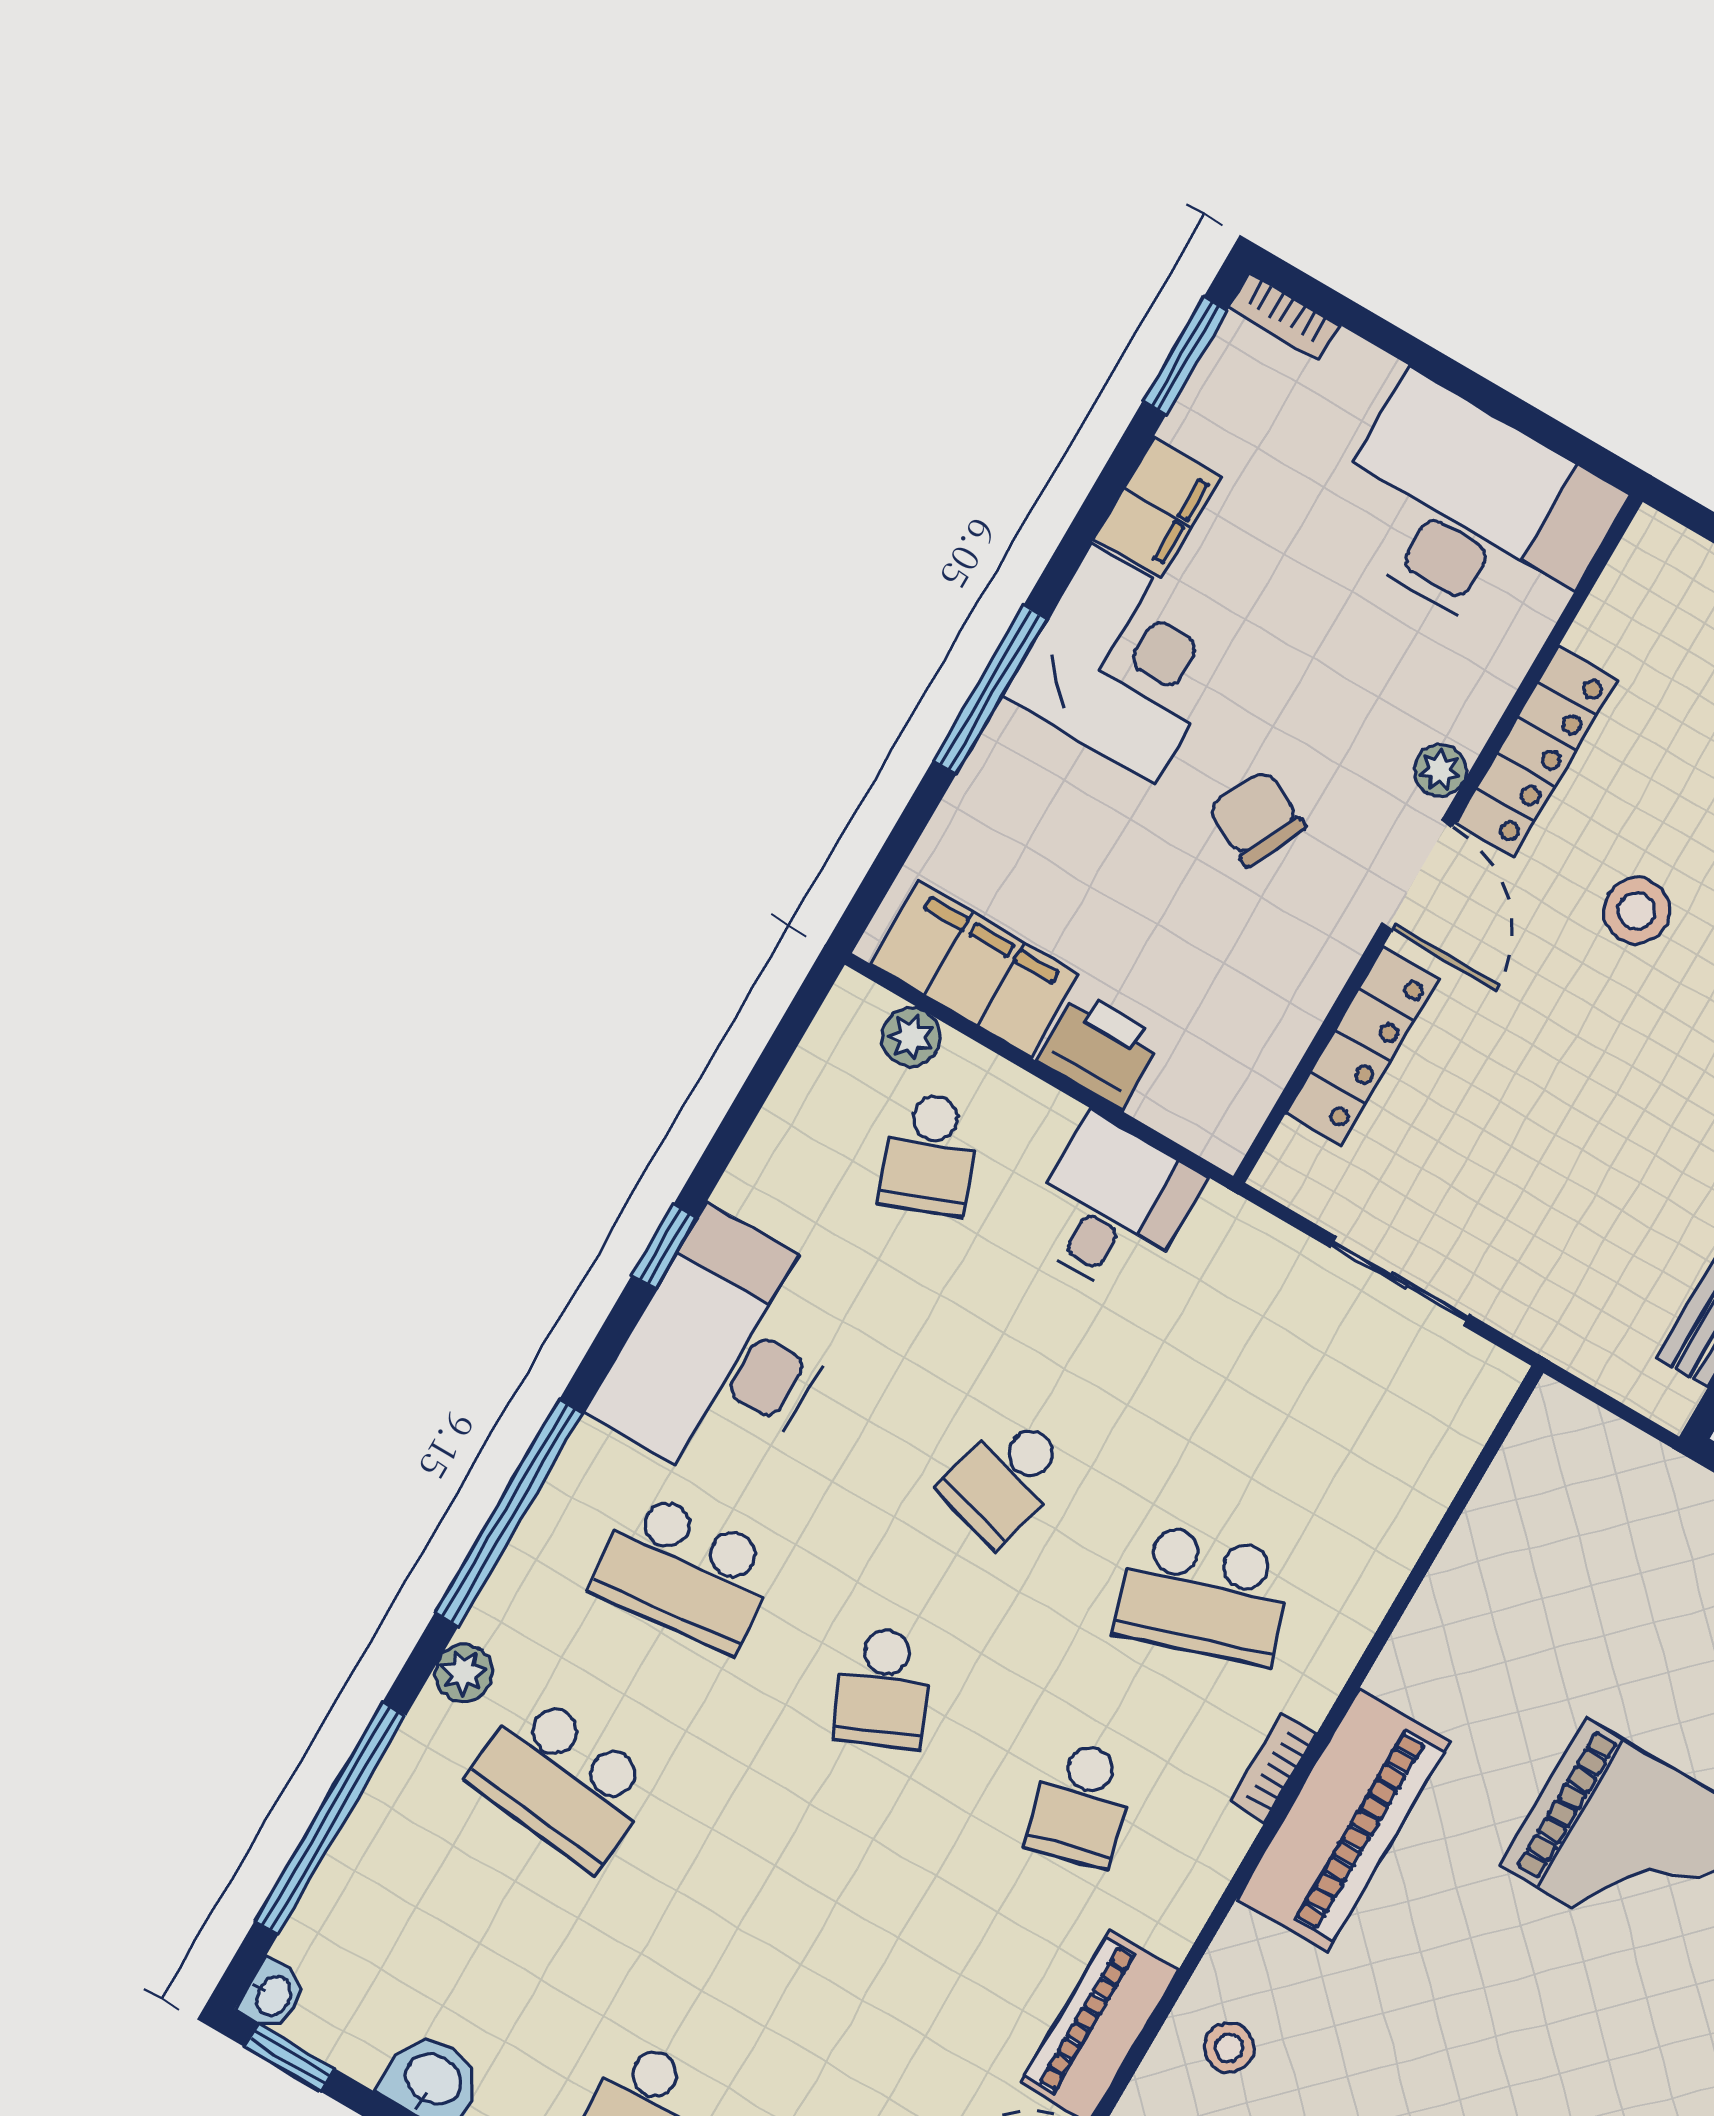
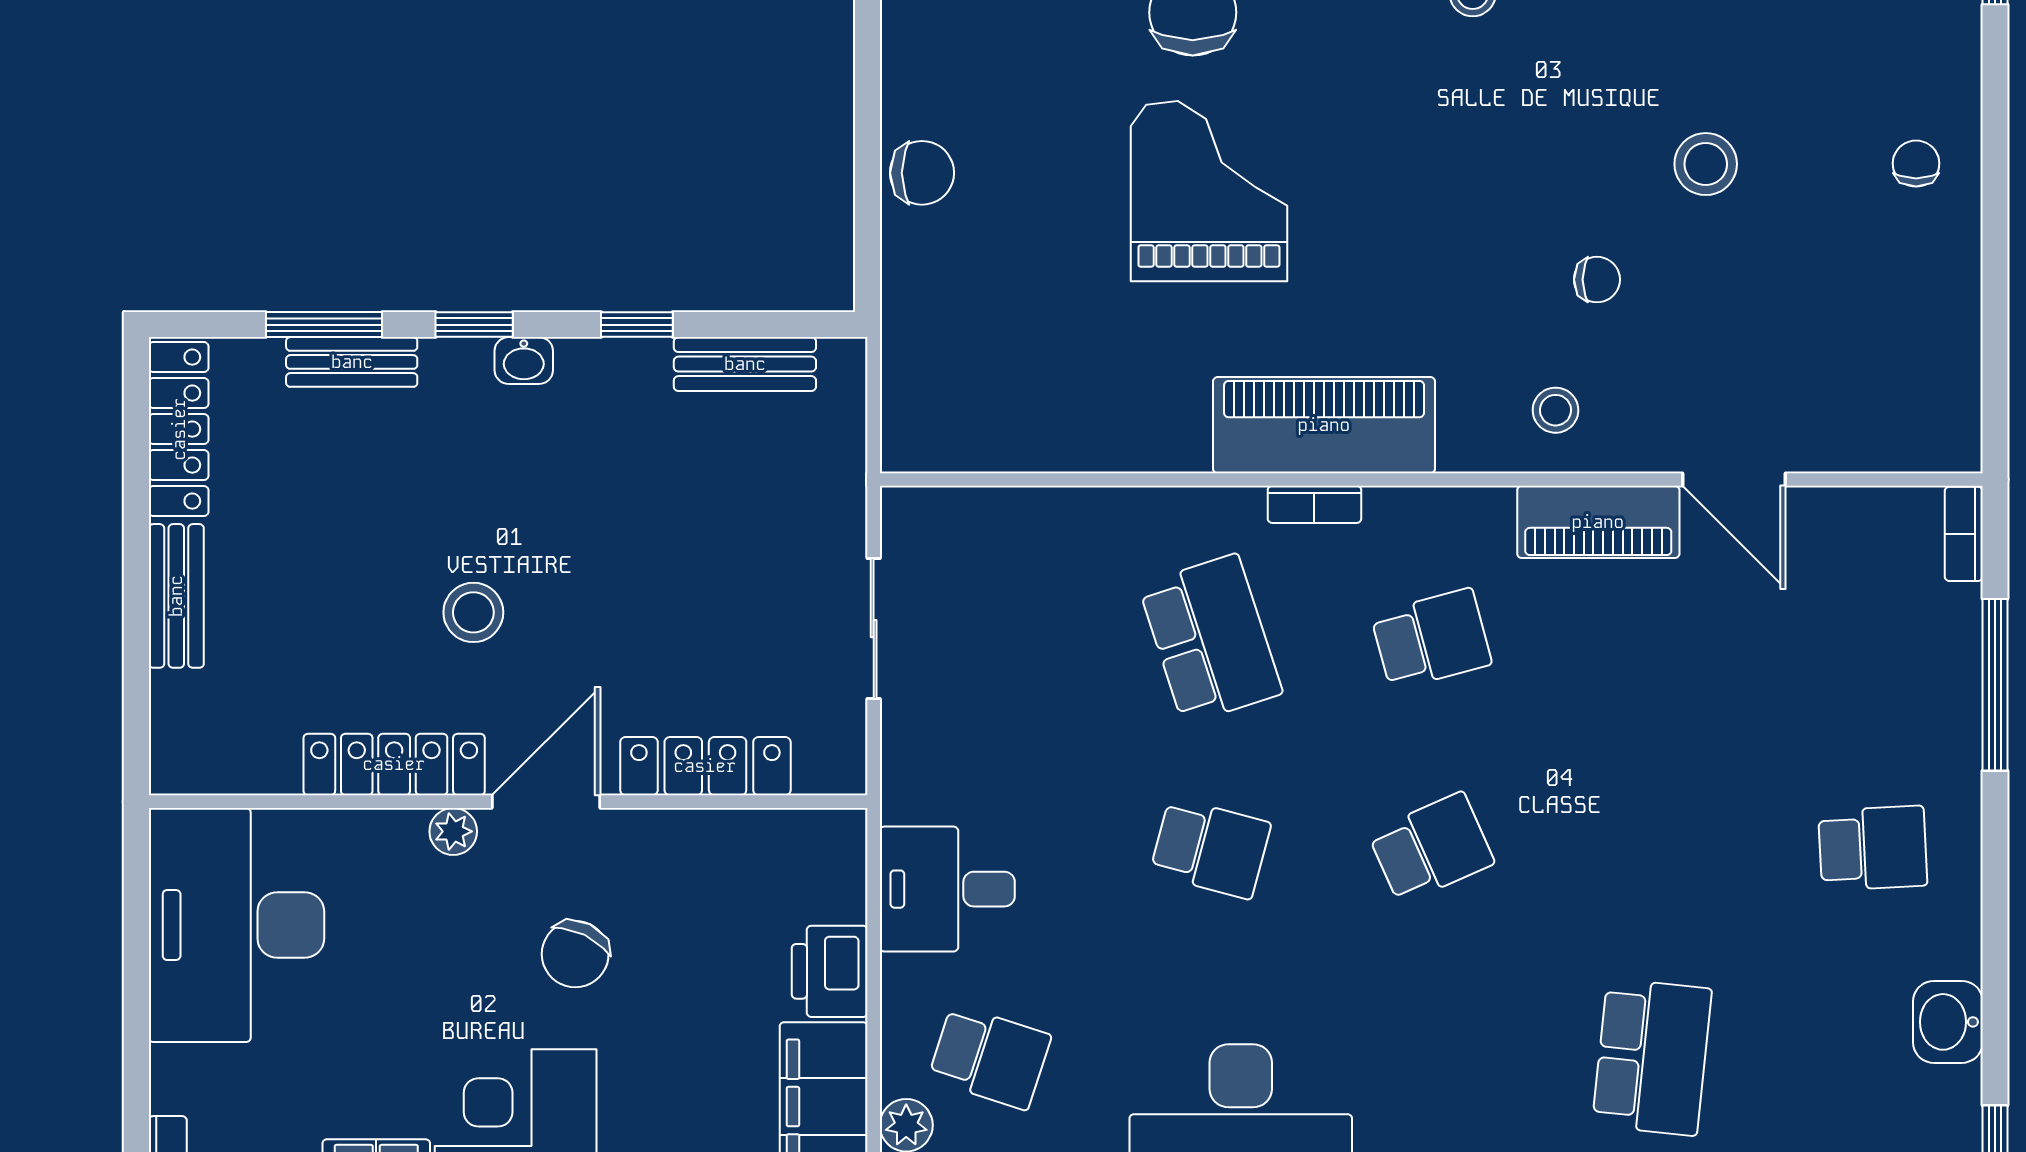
school desk: (929, 1154) -> (990, 1057), turned 39
school desk: (685, 1572) -> (1431, 1057), removed

